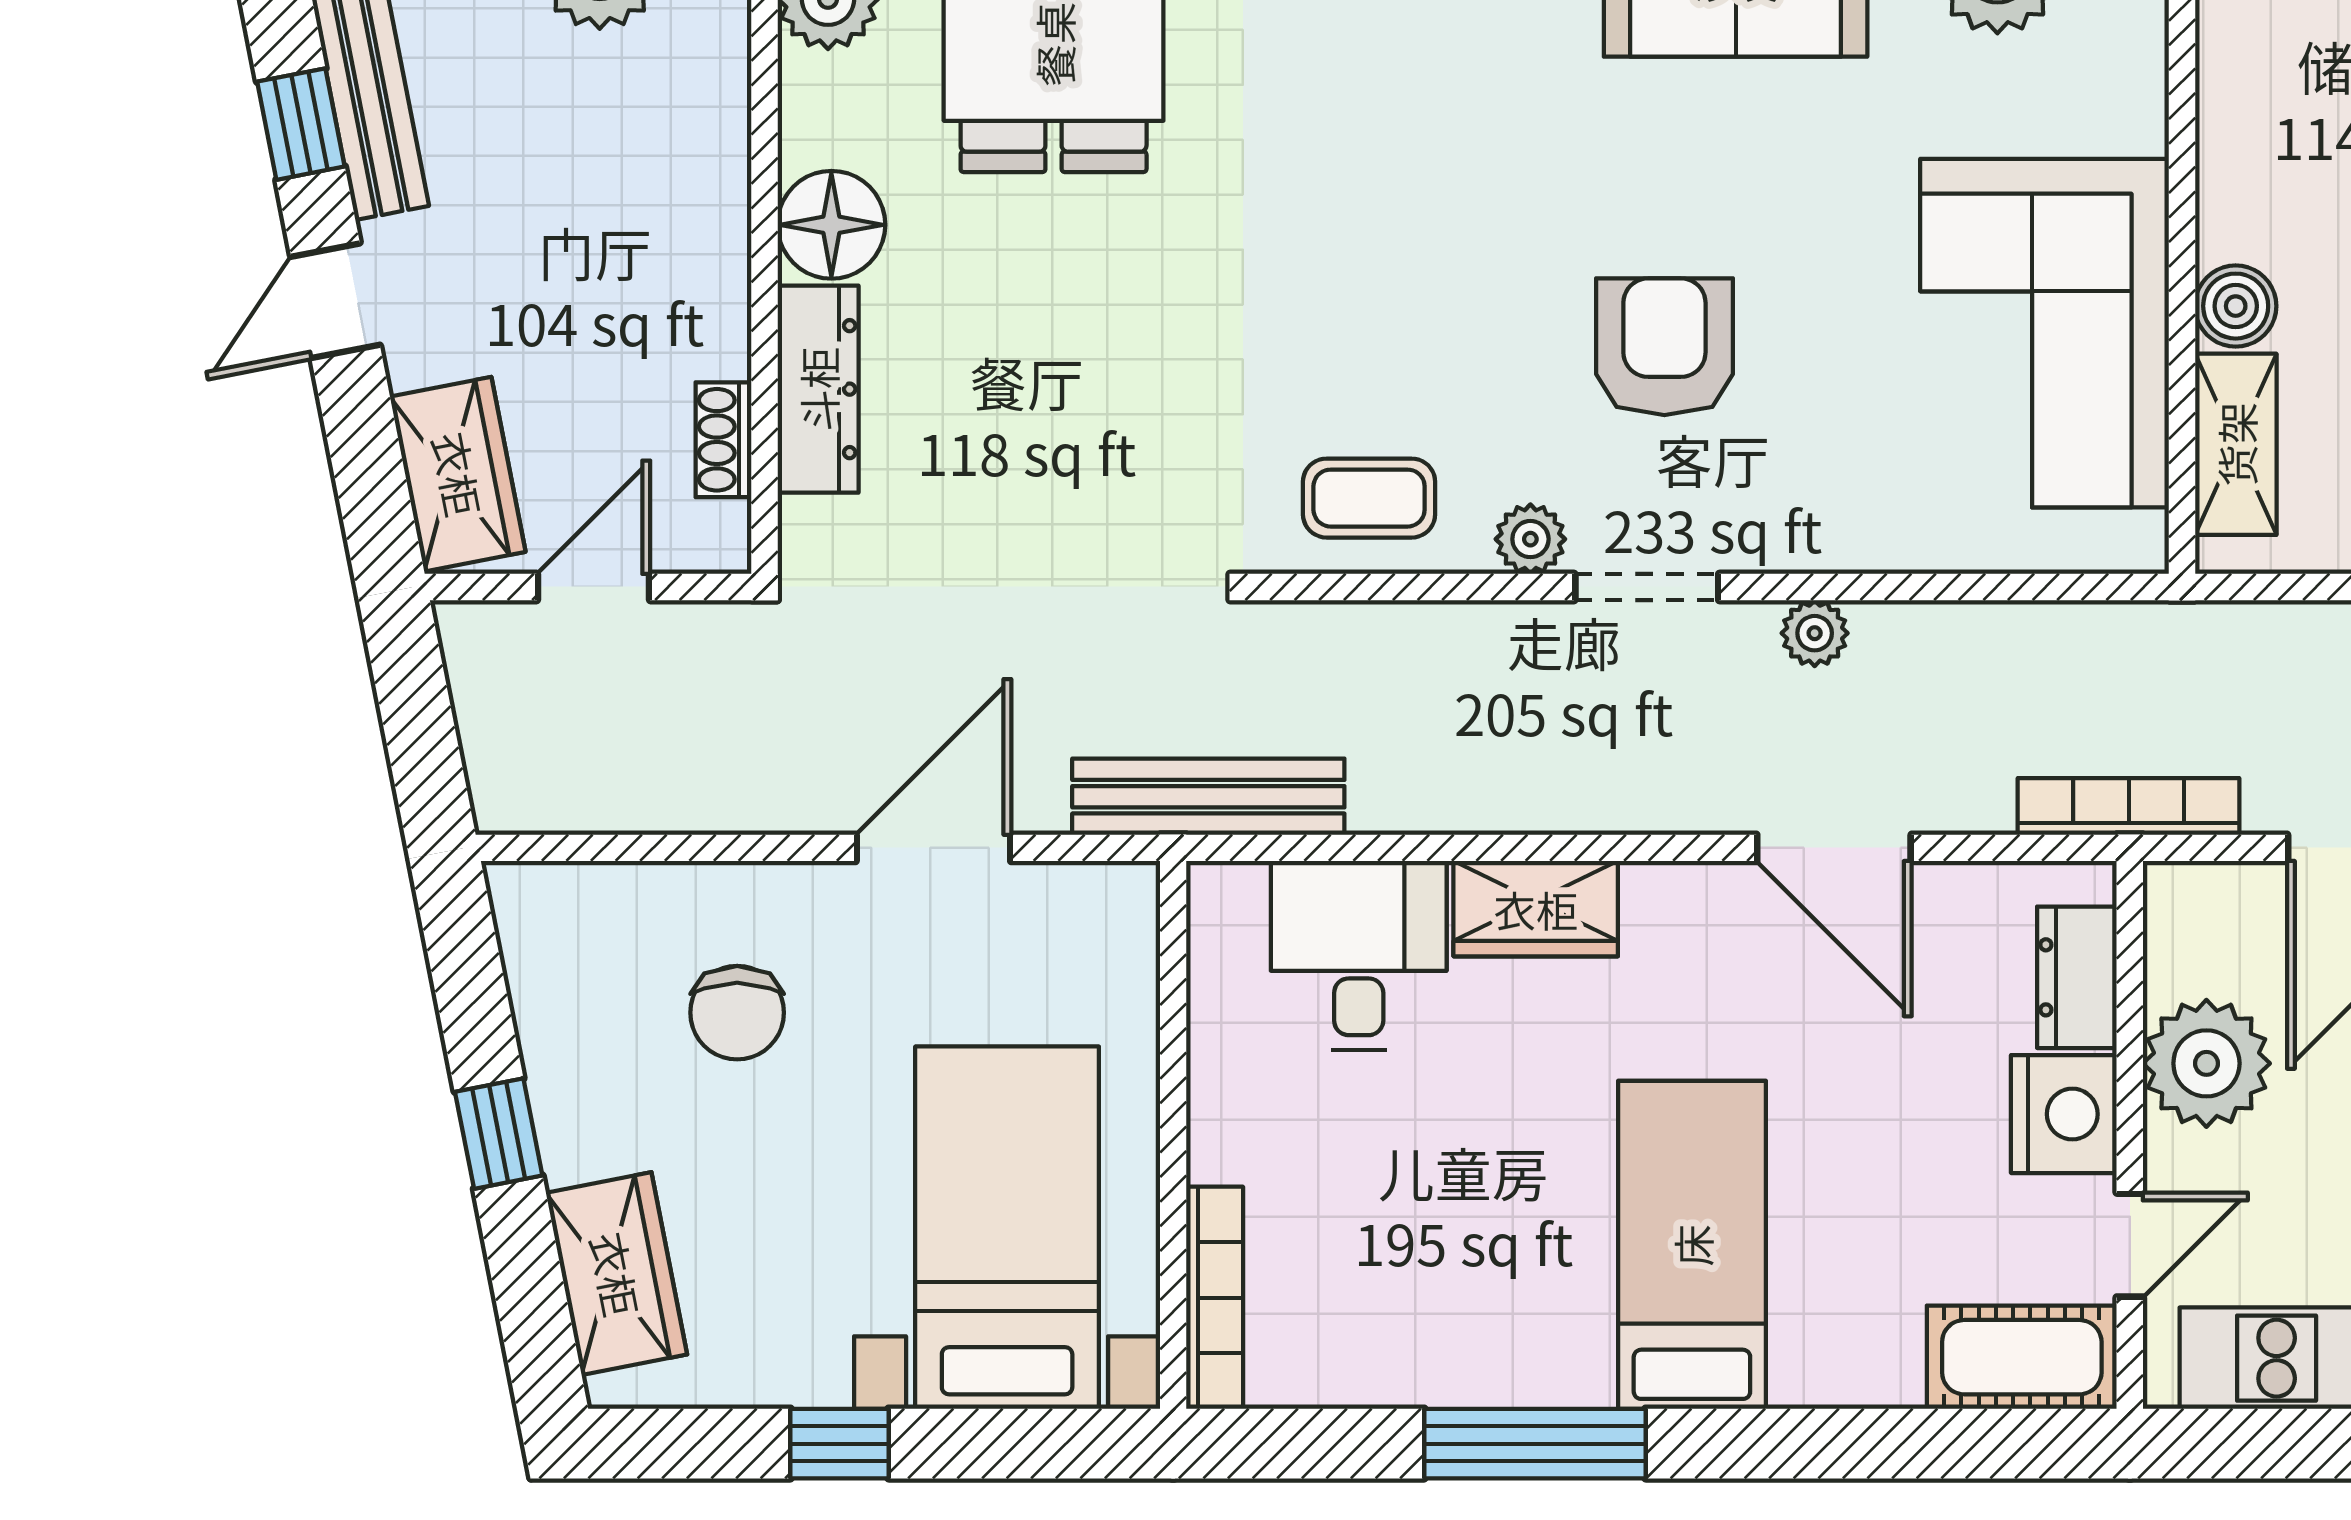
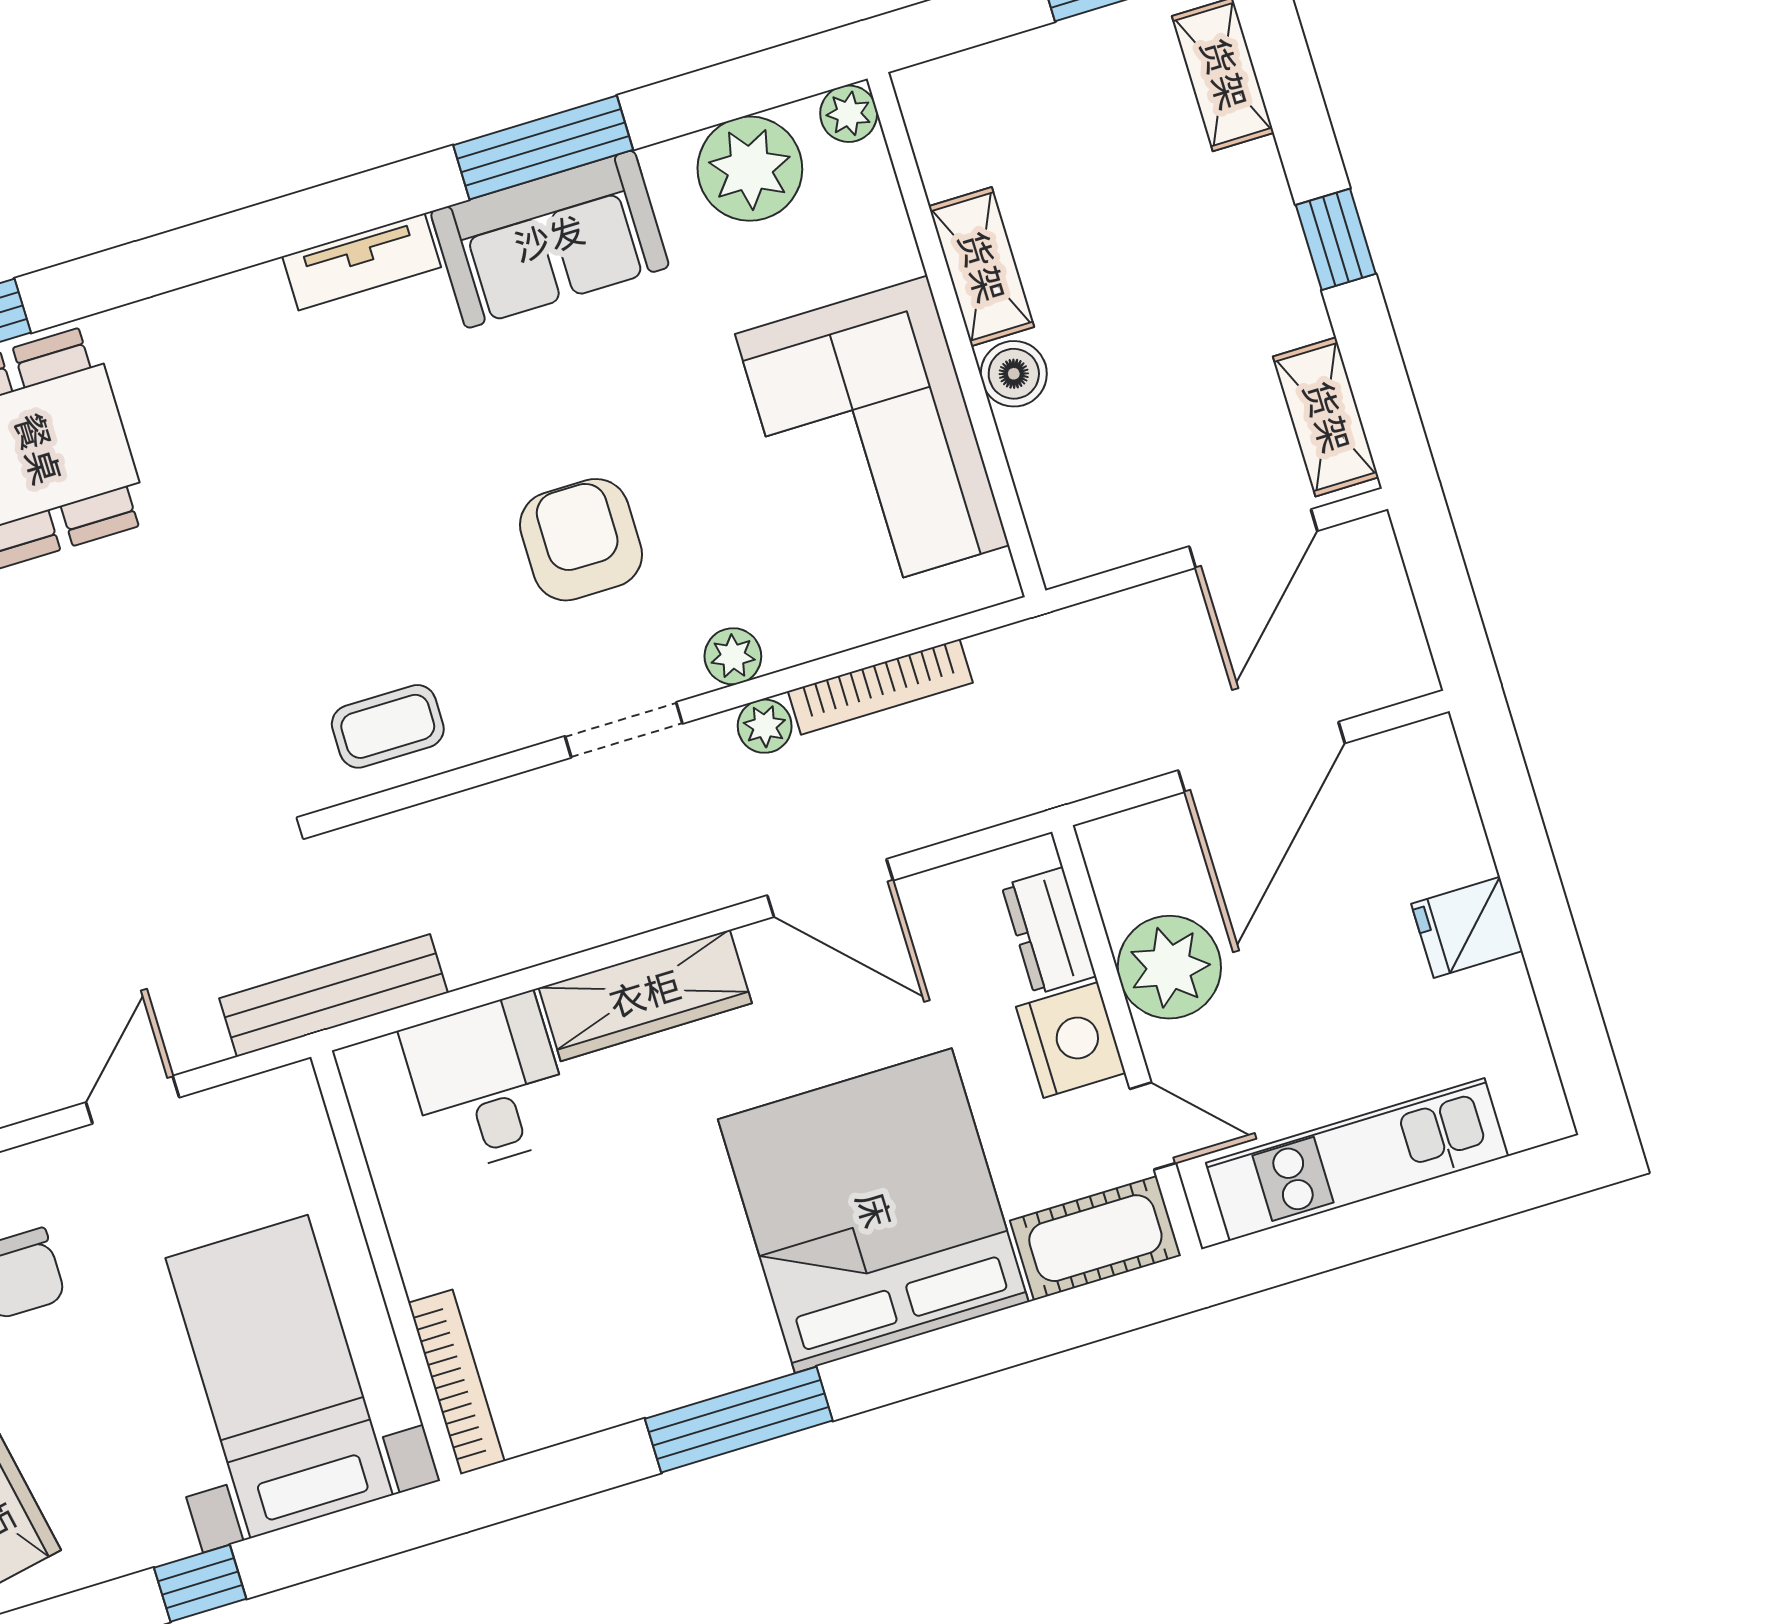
shelving: (2236, 444) -> (981, 267), moved
plant: (1530, 539) -> (733, 656), moved
bookcase: (2129, 806) -> (880, 687), moved, turned 180
door: (933, 848) -> (133, 1100), width x0.73
wardrobe: (1536, 909) -> (645, 995), width x1.50
bed: (1692, 1245) -> (873, 1211), width x2.04
door: (2130, 1245) -> (1153, 1126), hinge flipped

